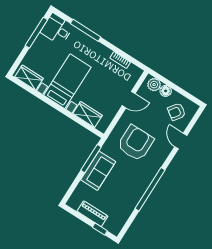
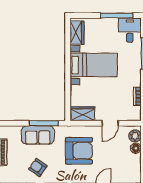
door: (129, 100) -> (110, 123), hinge flipped
armchair: (176, 112) -> (38, 168), moved
wardrobe: (87, 115) -> (82, 114), moved, turned -90

